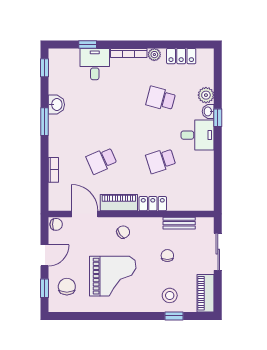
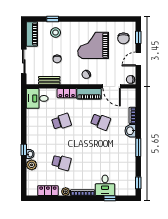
washbasin: (56, 105) -> (130, 131), moved
desk: (198, 135) -> (37, 98), moved
school desk: (102, 160) -> (101, 122), turned 45

